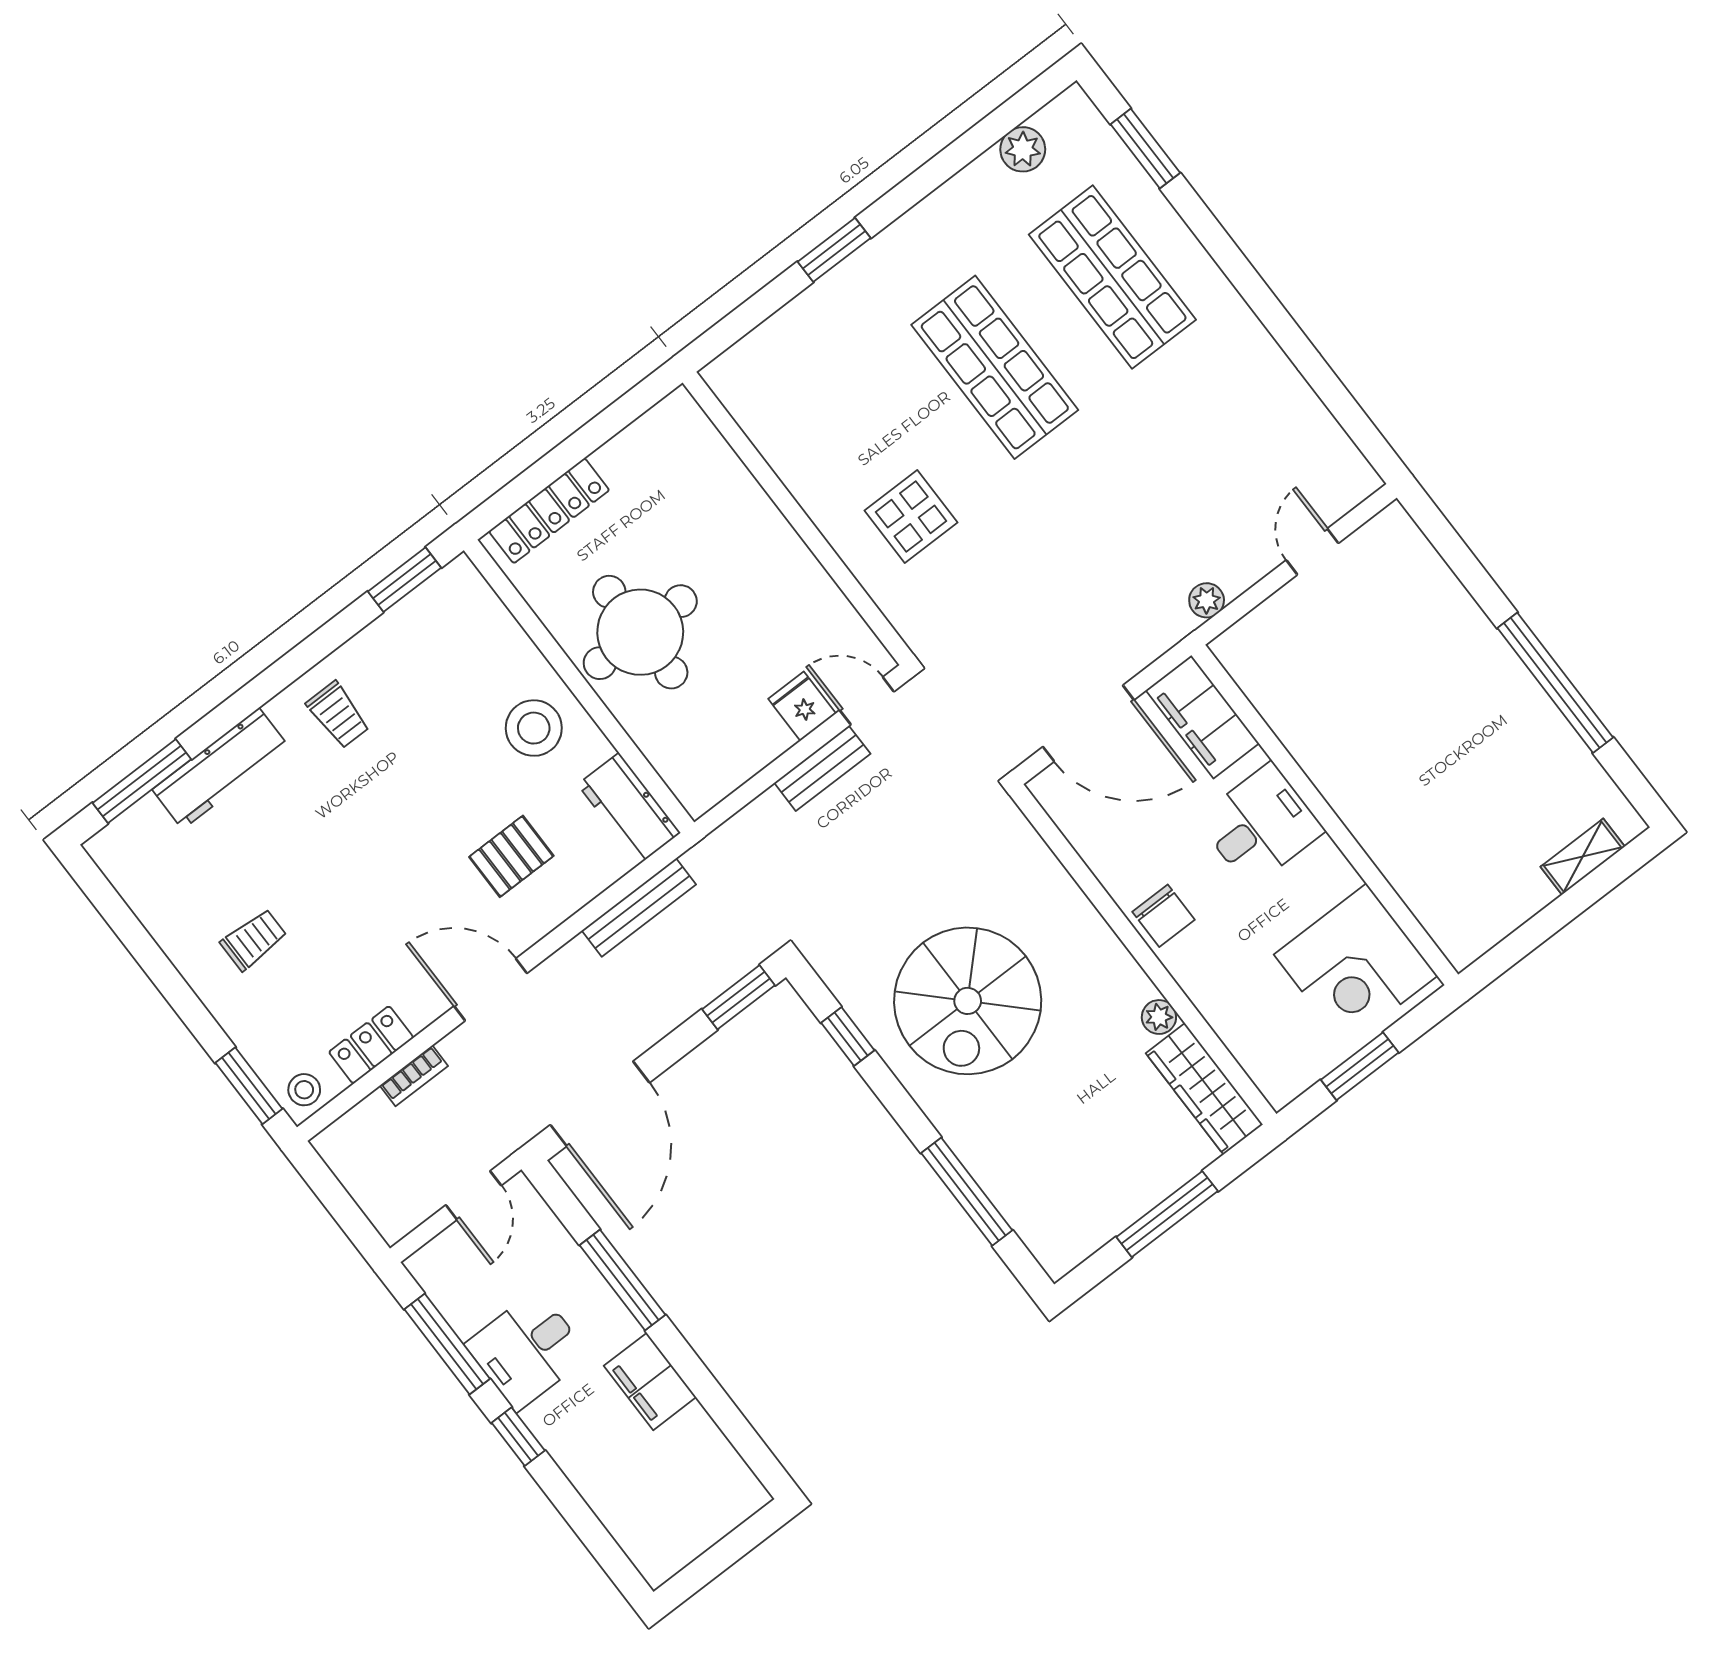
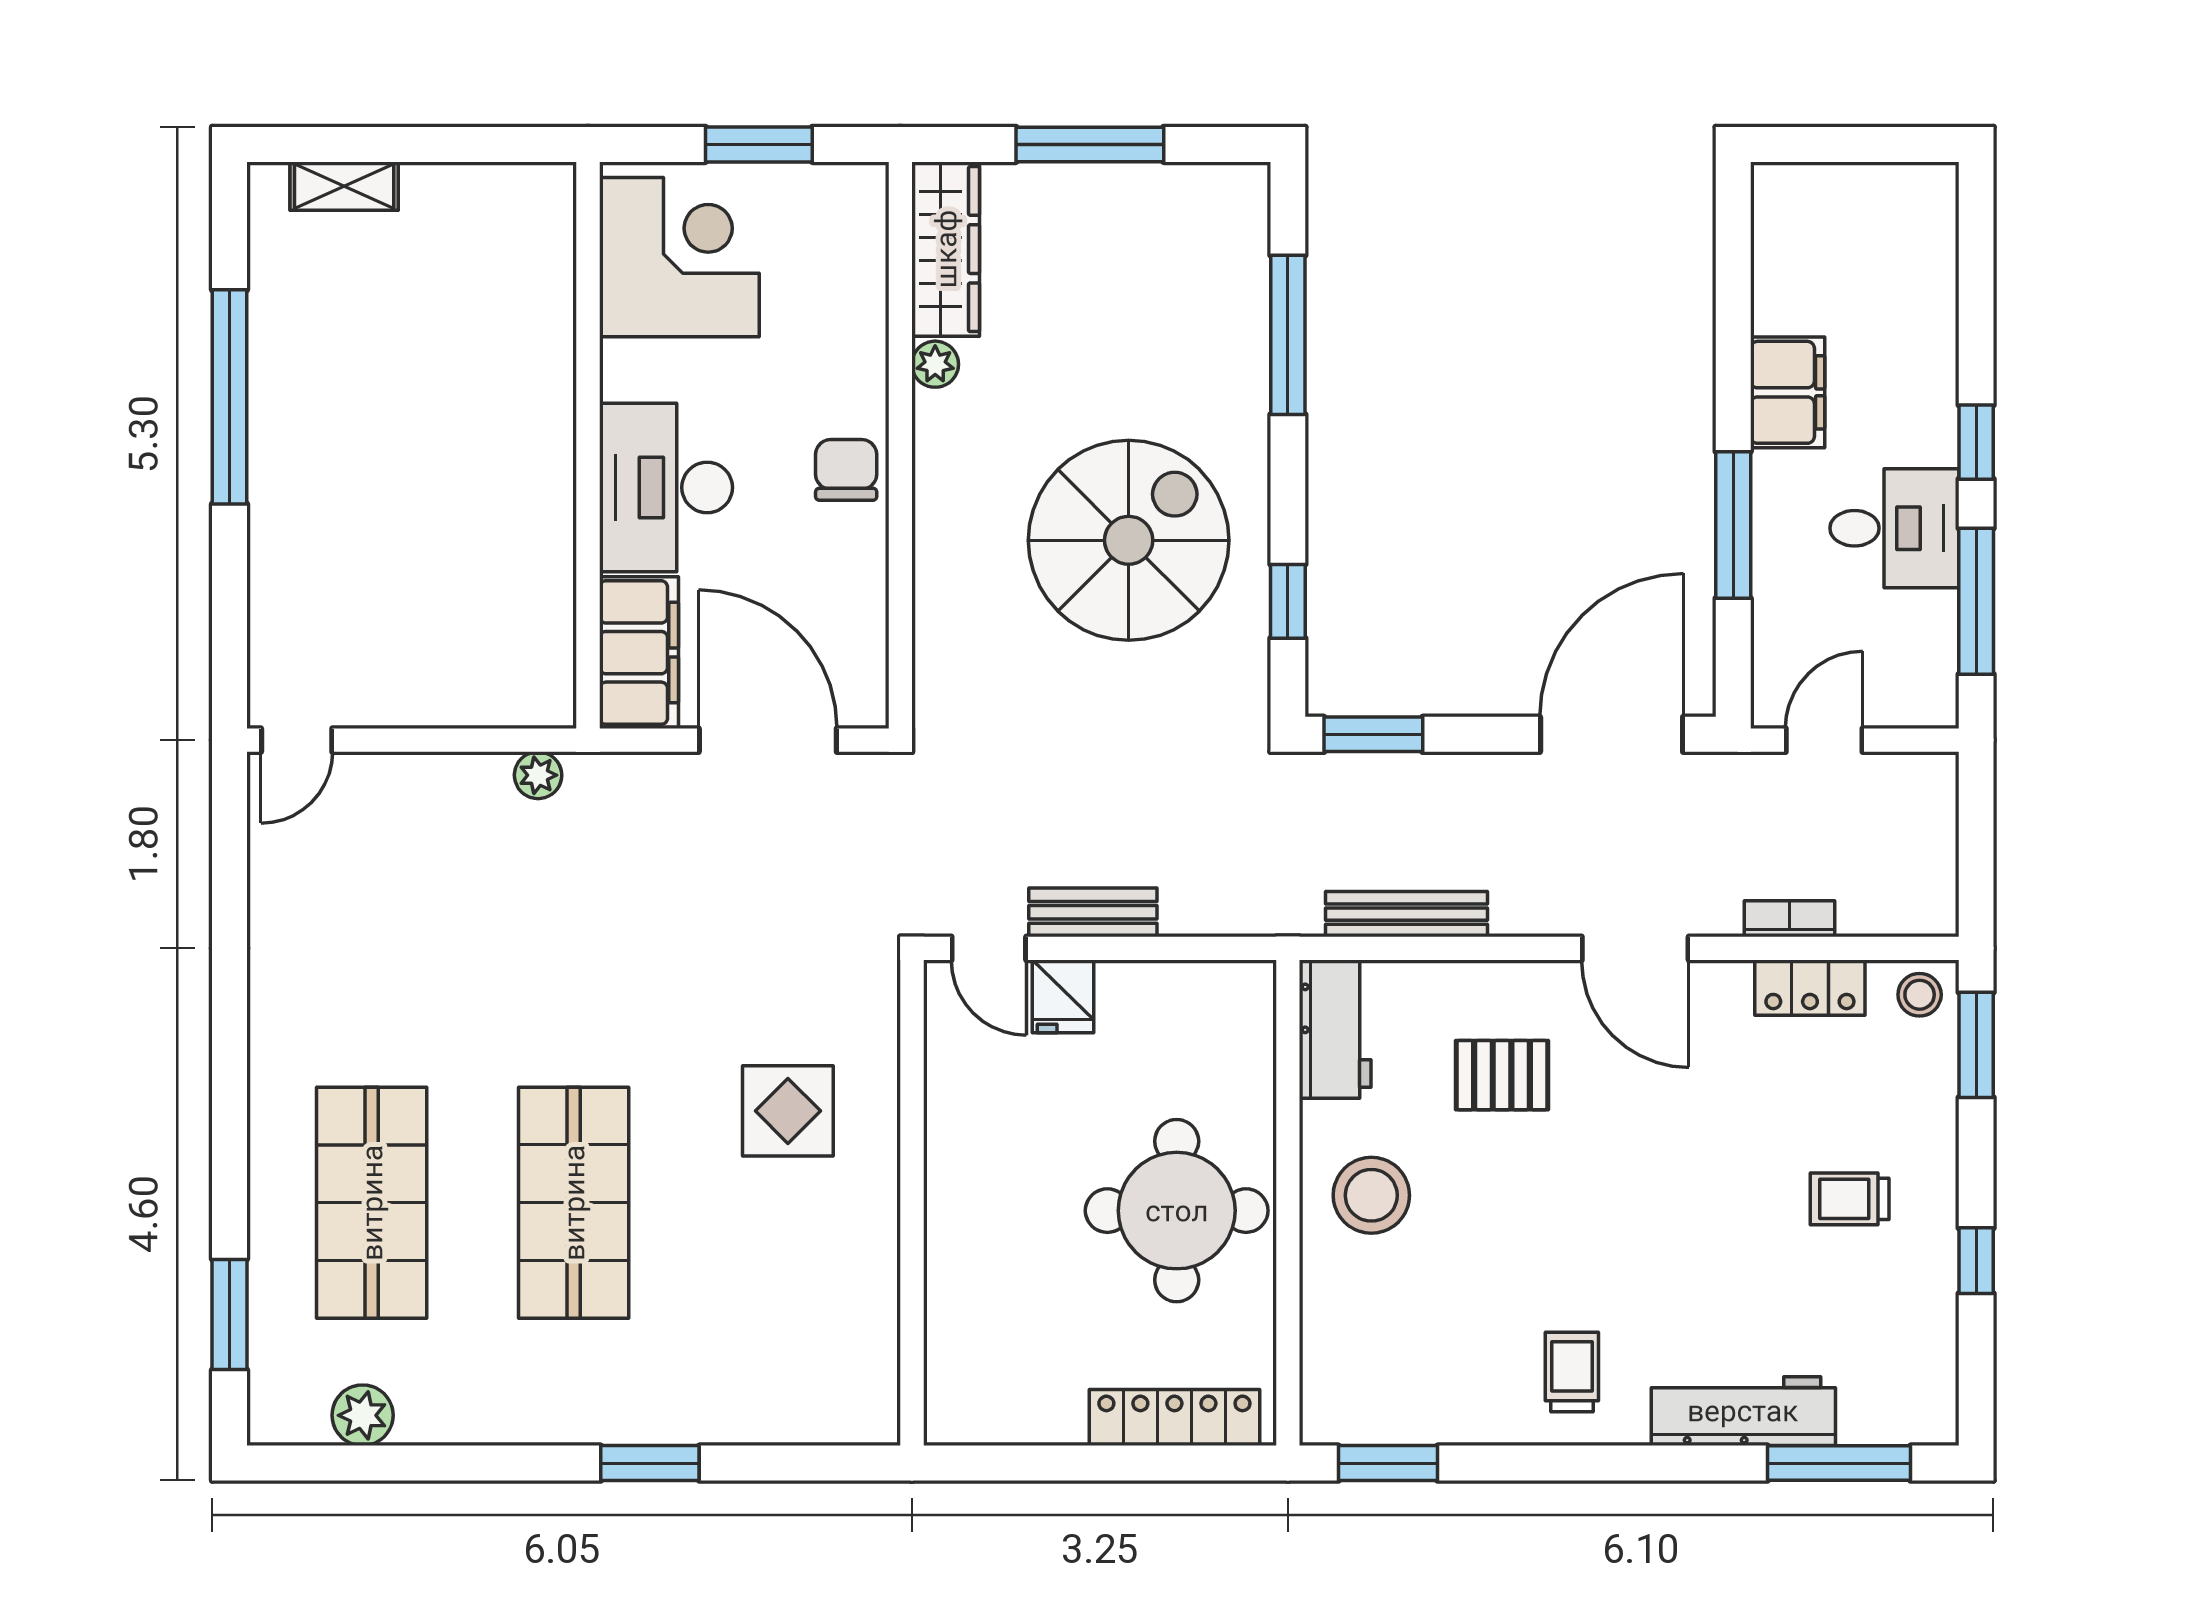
door: (1312, 552) -> (297, 740), moved
desk: (1261, 825) -> (666, 487), width x1.37
window: (152, 960) -> (1976, 1261), added

